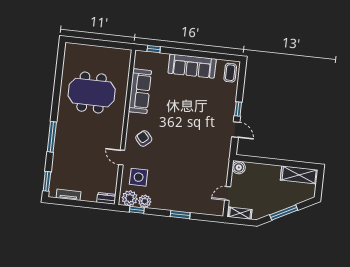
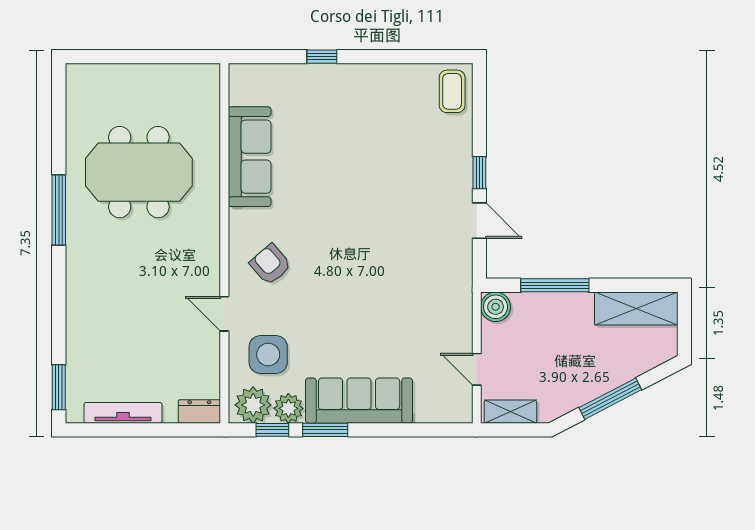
window: (154, 49) -> (322, 57), moved
sofa: (192, 66) -> (359, 401), moved, turned 180
window: (52, 137) -> (59, 210), moved
window: (265, 161) -> (555, 285), added
door: (228, 193) -> (477, 369), hinge flipped
tv unit: (68, 195) -> (123, 413), width x1.41
window: (180, 215) -> (325, 430), moved

